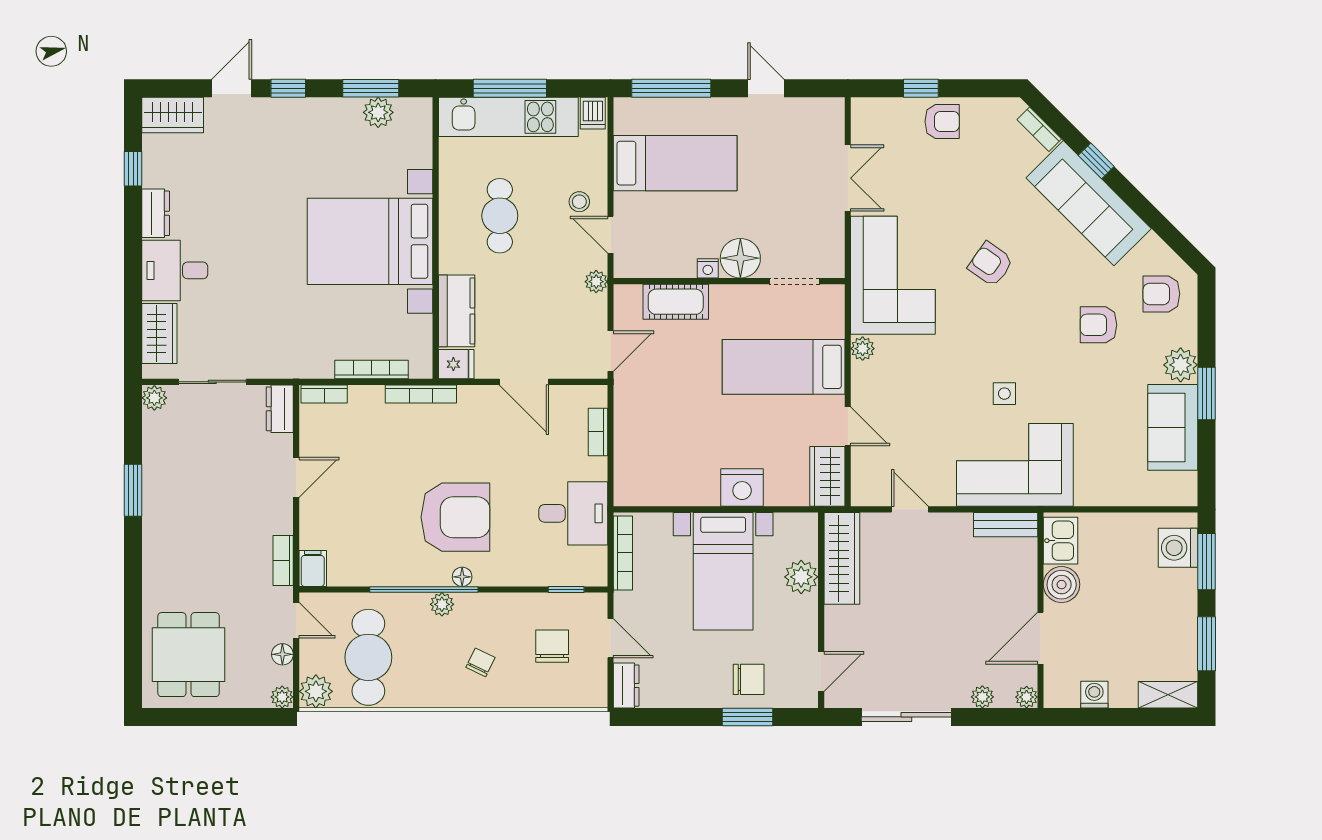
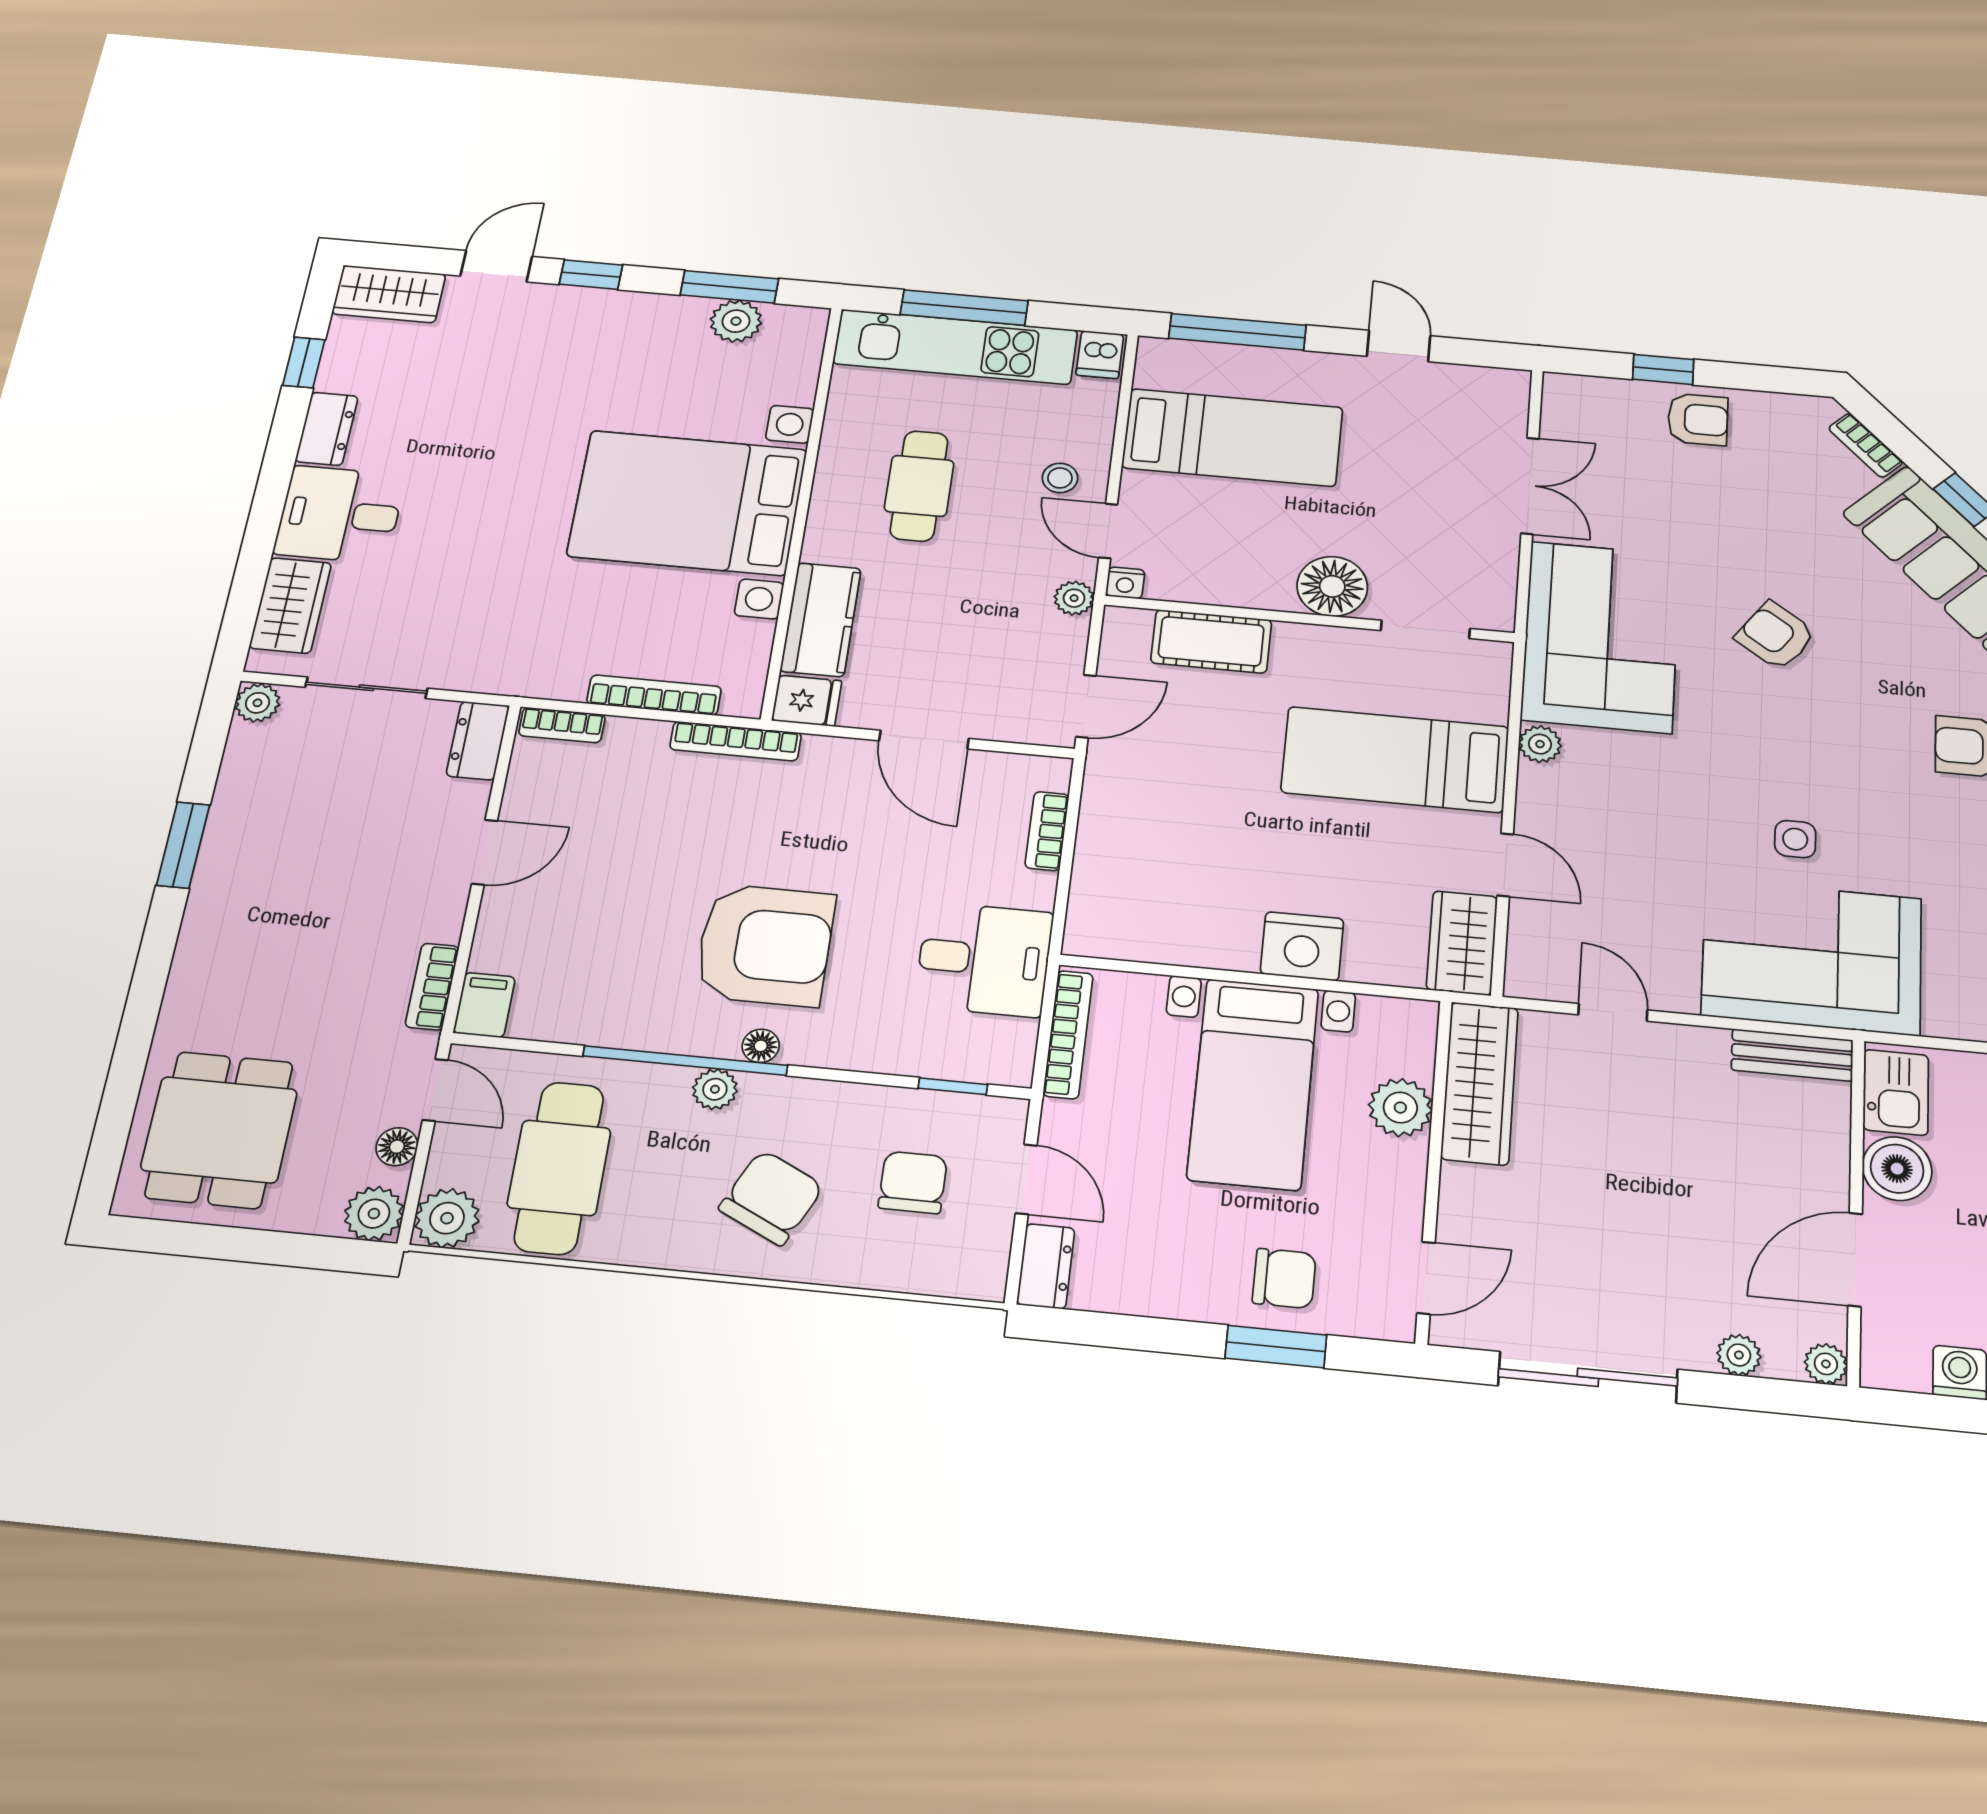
nightstand: (708, 268) -> (1125, 583), moved
chair: (480, 662) -> (771, 1197), width x1.87, depth x1.87
plant: (282, 697) -> (374, 1214), width x1.38, depth x1.38

